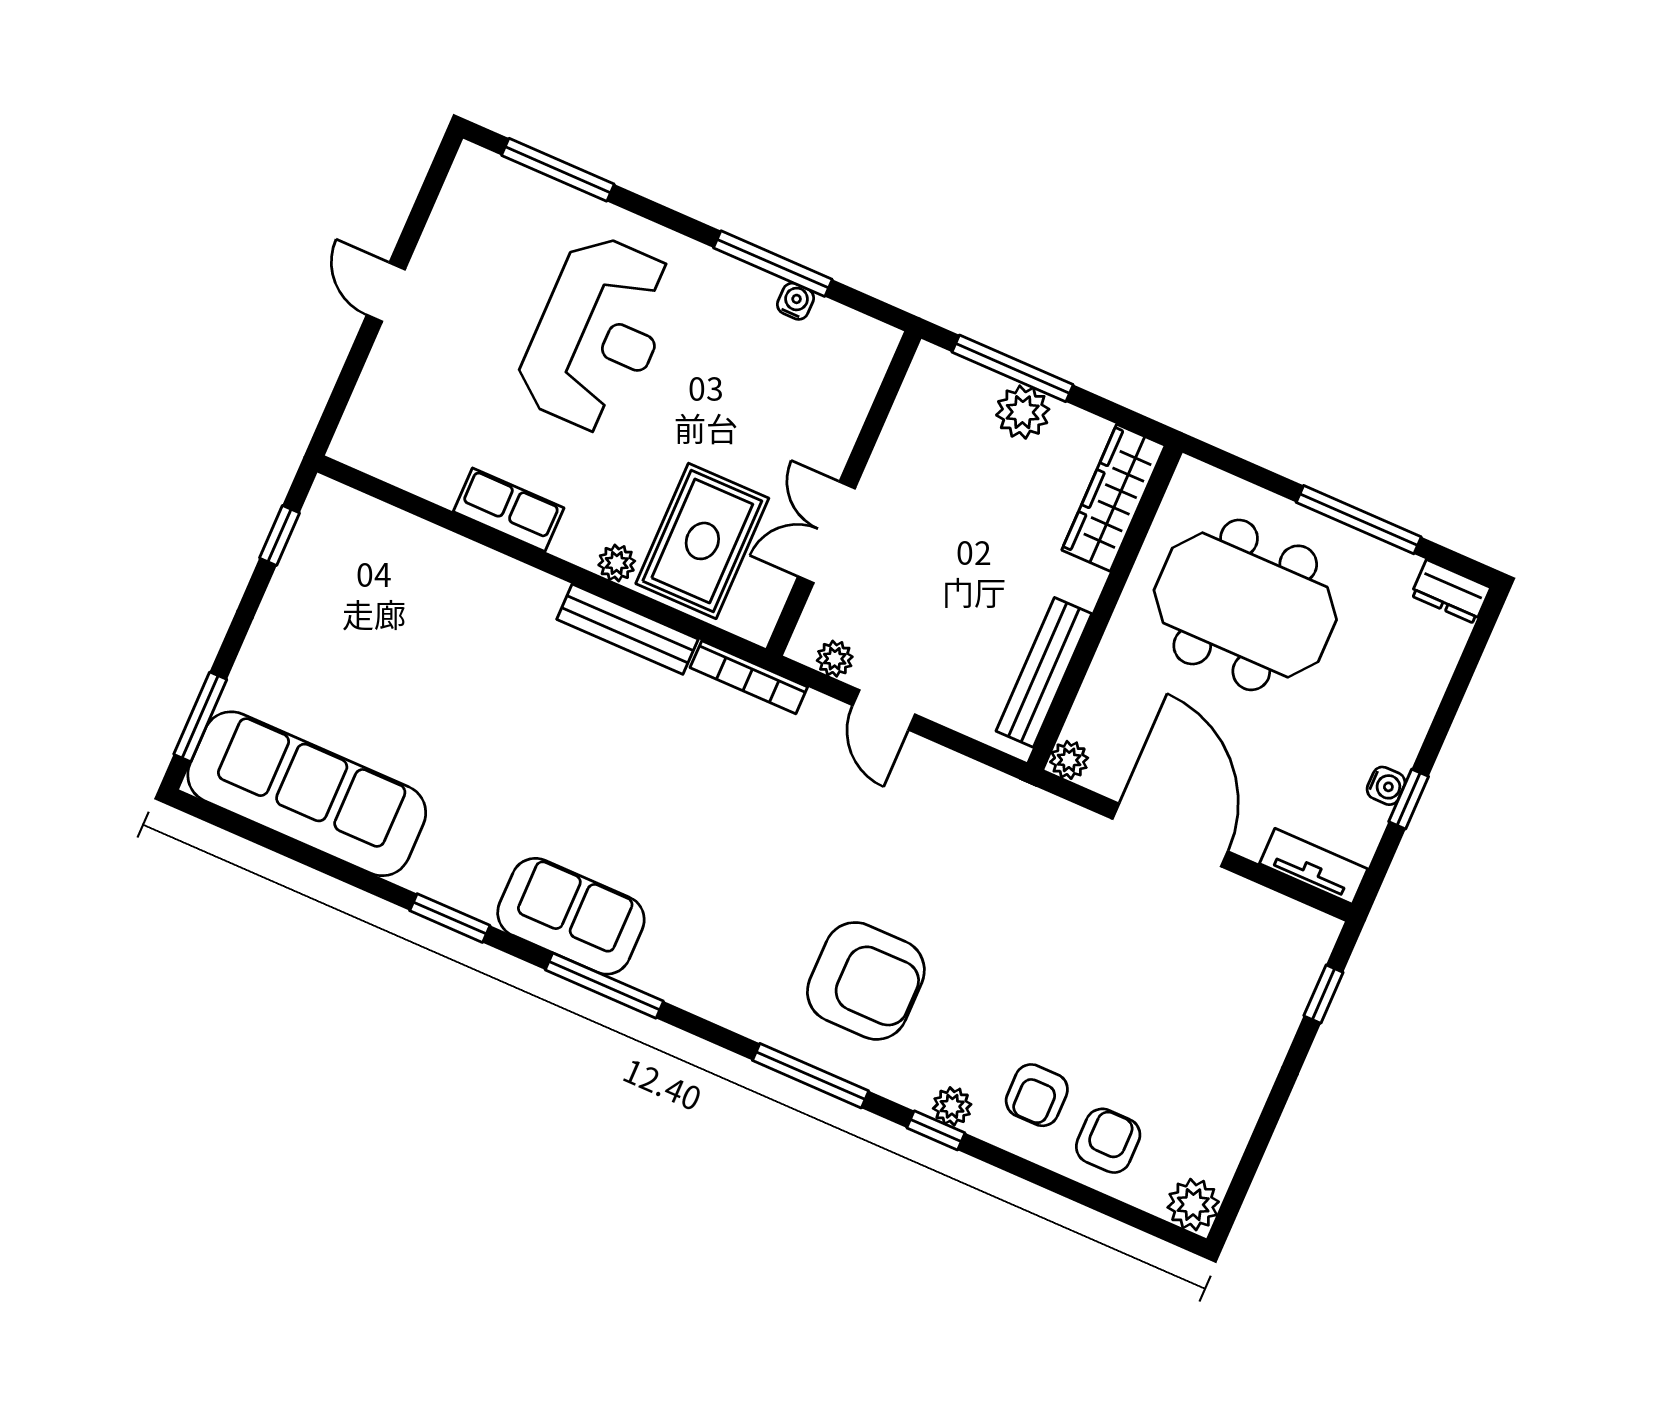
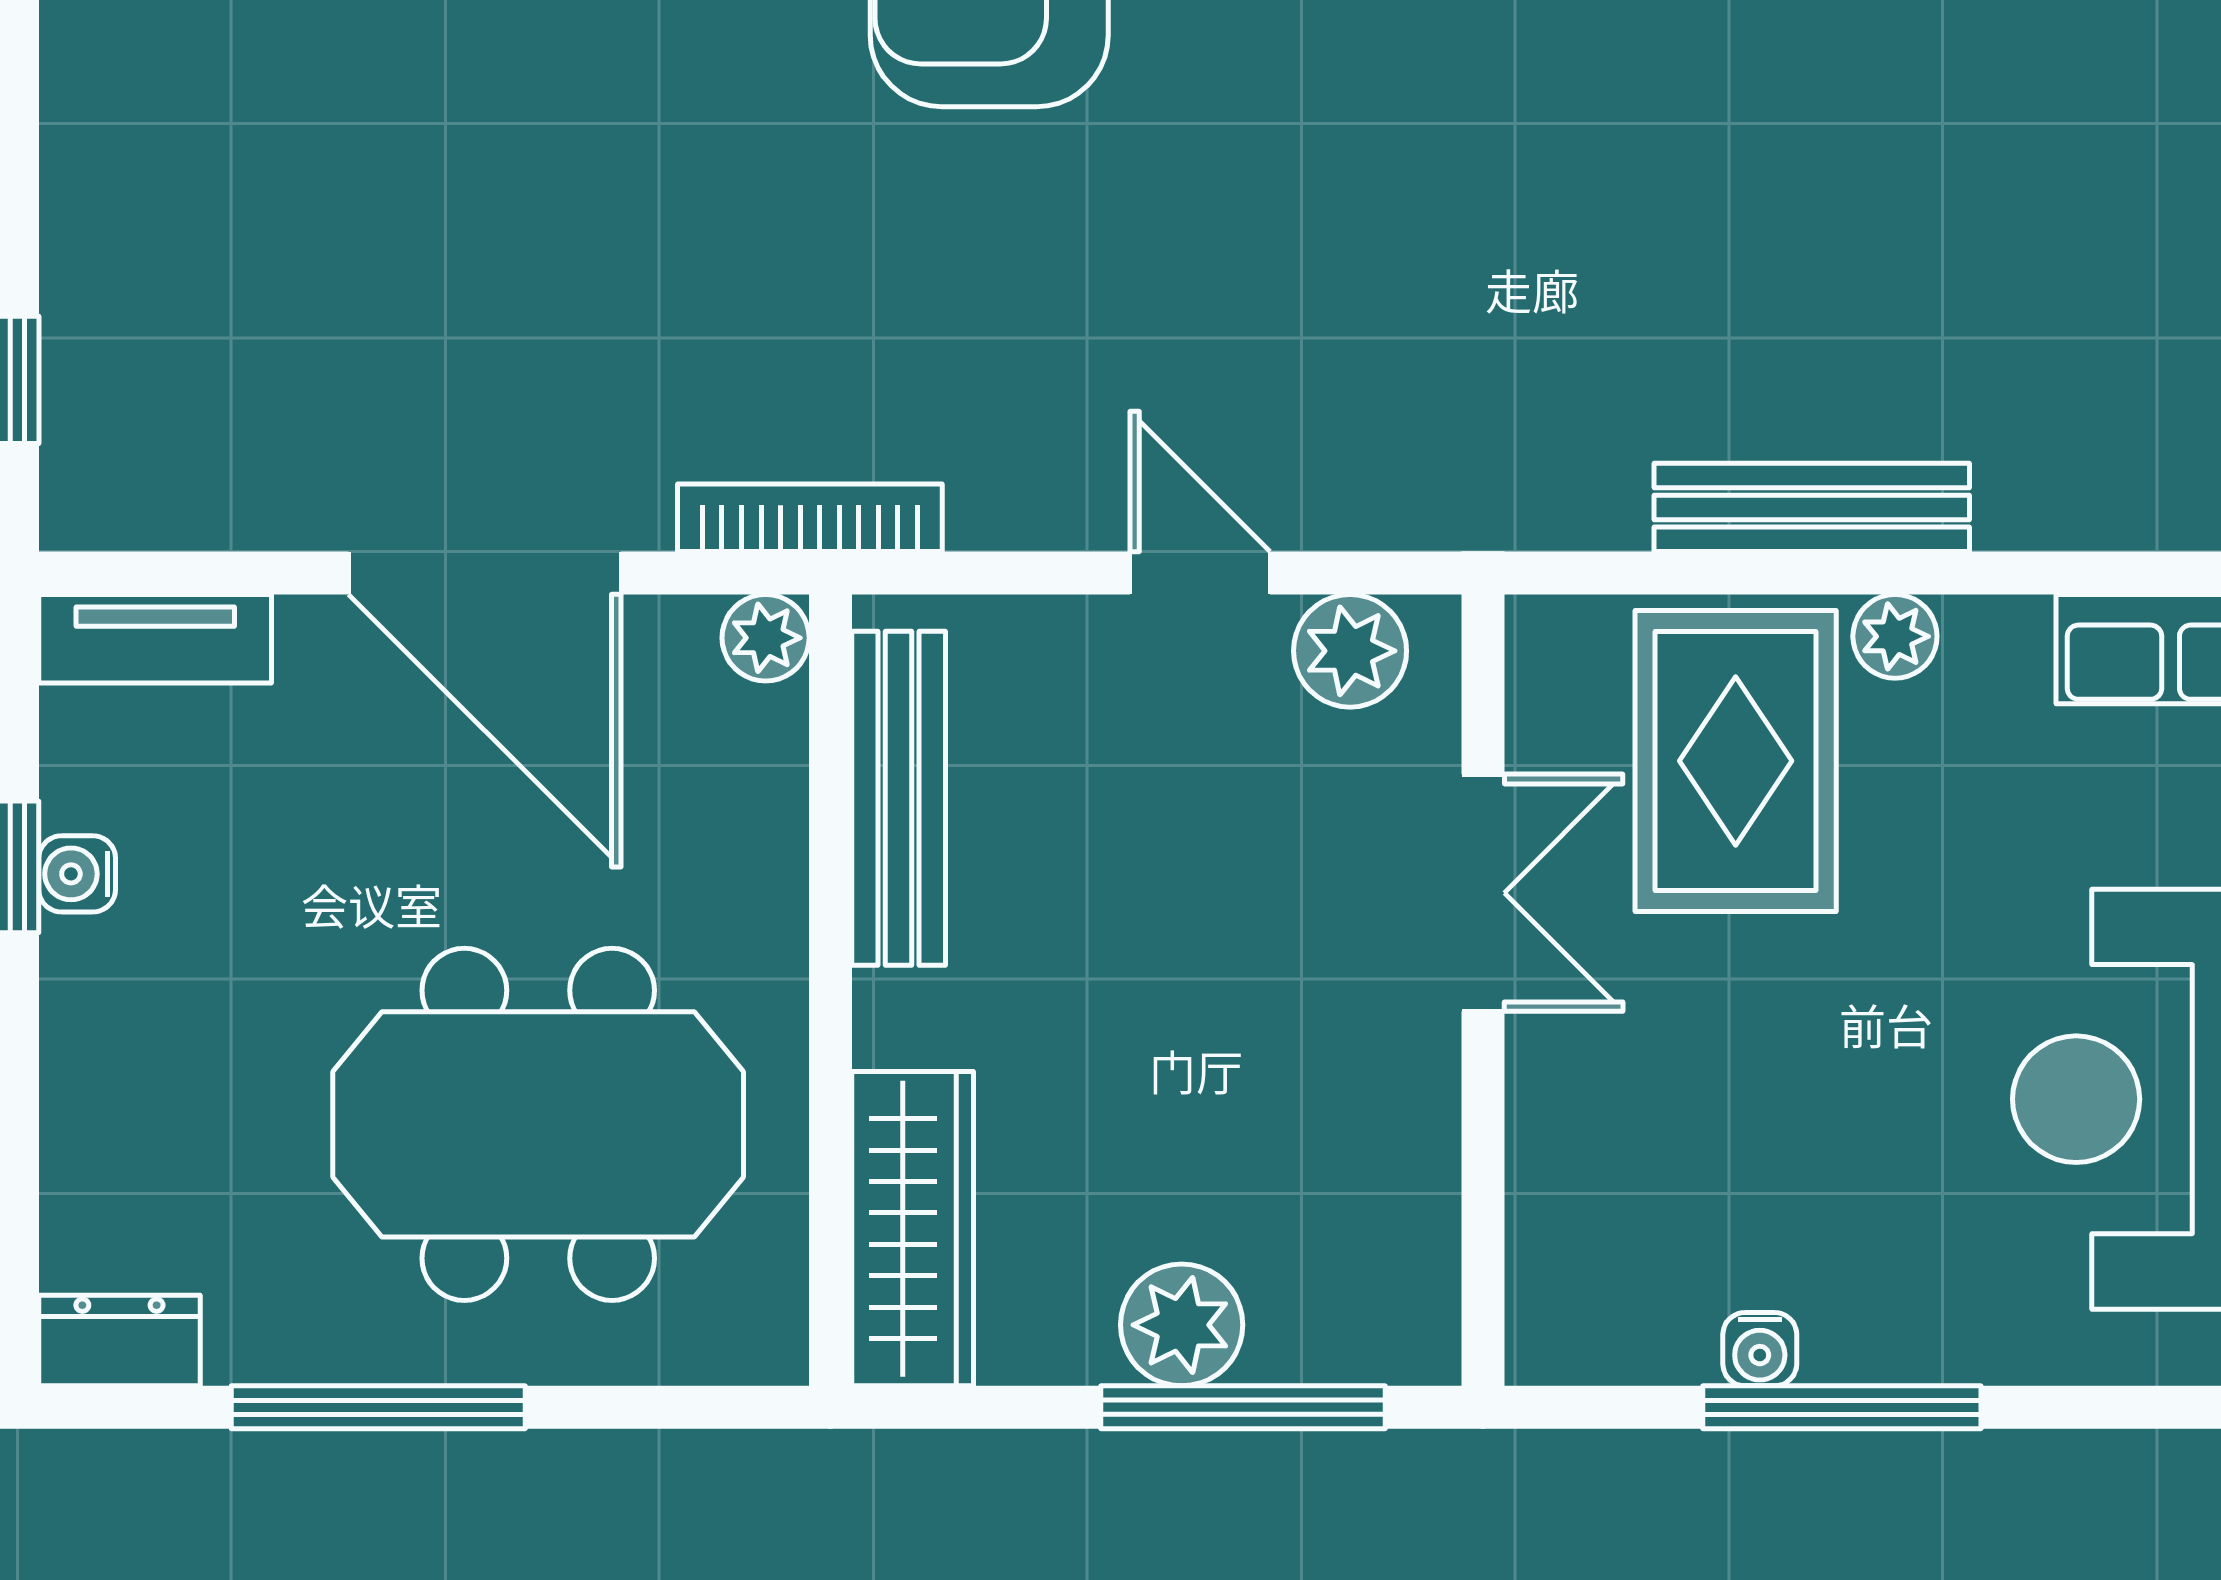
plant: (835, 659) -> (1350, 651), width x1.38, depth x1.38
bookcase: (749, 677) -> (810, 518), moved

